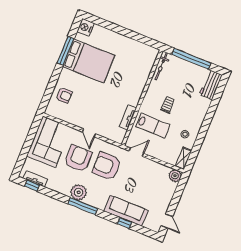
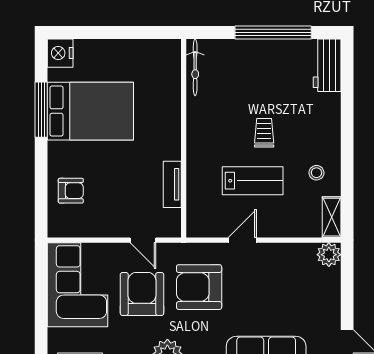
bicycle: (161, 66) -> (195, 67), moved
wall: (142, 98) -> (184, 138), moved
tv unit: (128, 118) -> (172, 184), moved

